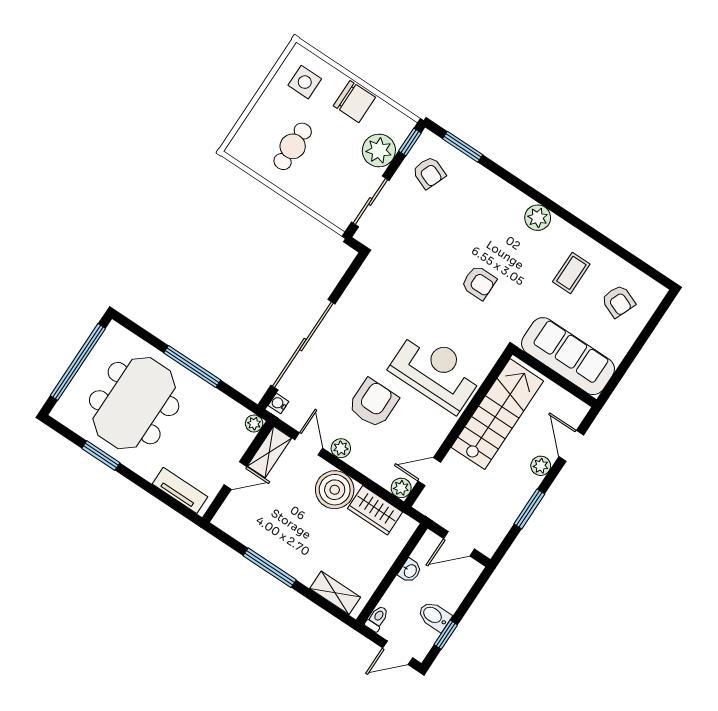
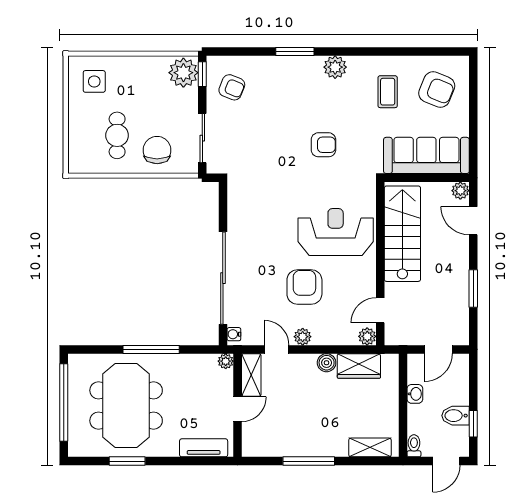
chair: (354, 102) -> (157, 150), moved, turned -90
window: (463, 147) -> (295, 52), moved
plant: (379, 150) -> (183, 73), moved
armchair: (618, 301) -> (437, 90), width x1.38, depth x1.38
plant: (541, 466) -> (460, 191), moved
boiler: (335, 490) -> (327, 363), width x0.54, depth x0.54

